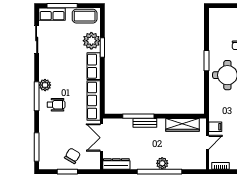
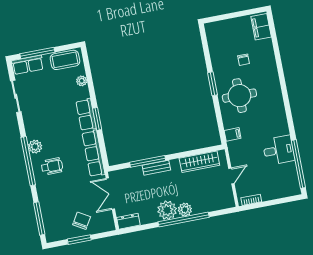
plant: (91, 41) -> (82, 81), width x0.53, depth x0.53
window: (102, 47) -> (97, 119), moved
window: (37, 96) -> (28, 161), width x1.46
filing cabinet: (215, 127) -> (233, 134), moved
plant: (147, 161) -> (167, 210), added
dresser: (116, 164) -> (128, 221), width x0.70

